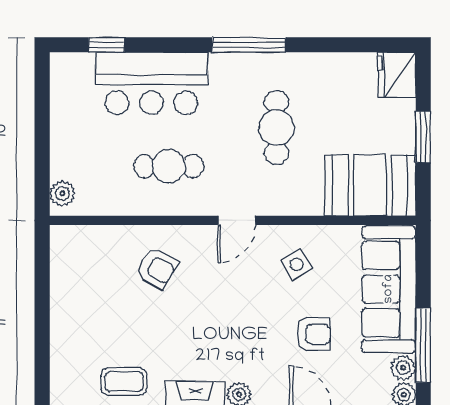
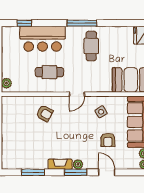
cafe table: (276, 128) -> (91, 46), moved
armchair: (313, 334) -> (108, 140), turned 90
coffee table: (124, 382) -> (31, 159), removed

